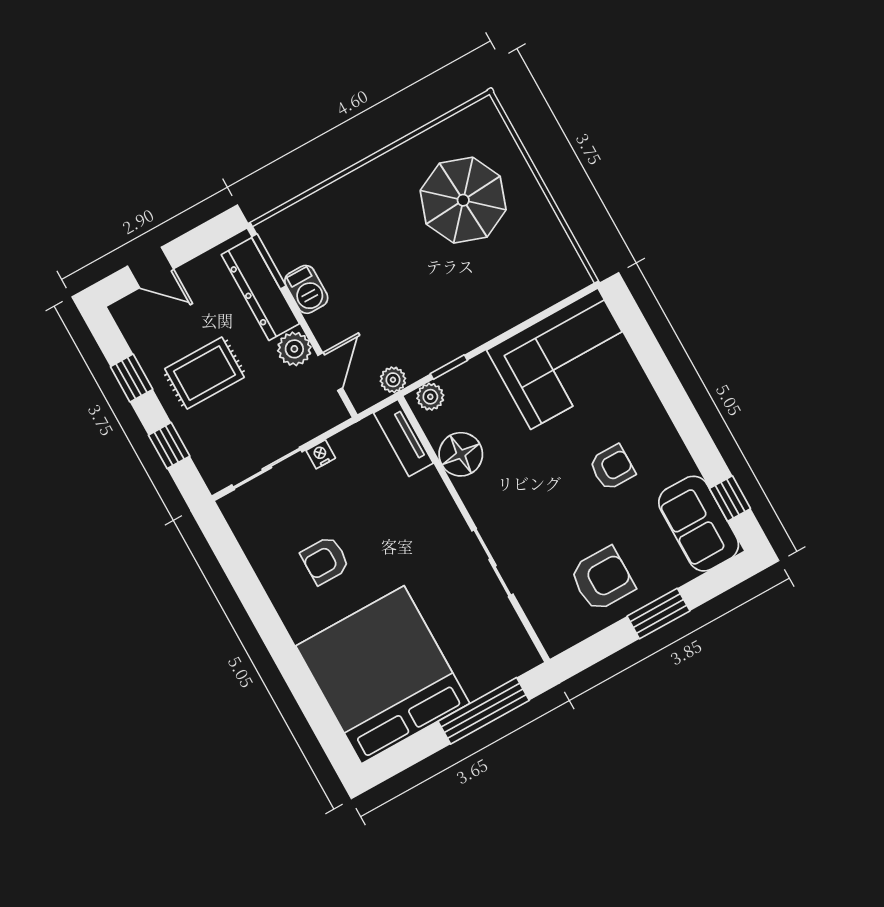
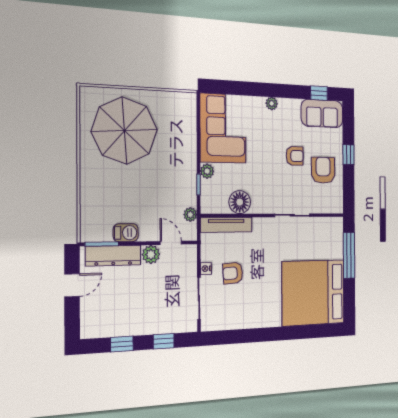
parasol: (463, 200) -> (125, 131), width x1.36, depth x1.36
door: (150, 268) -> (72, 285), moved
rug: (204, 373) -> (139, 306), removed
plant: (430, 397) -> (207, 171), moved
plant: (658, 421) -> (272, 103), added
tv unit: (403, 438) -> (226, 225), width x1.41
armchair: (612, 467) -> (295, 156), moved, turned 90
armchair: (325, 560) -> (233, 273), moved, turned 86
window: (658, 613) -> (348, 155), width x0.67

